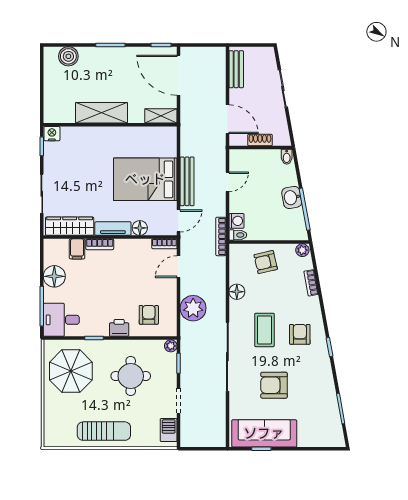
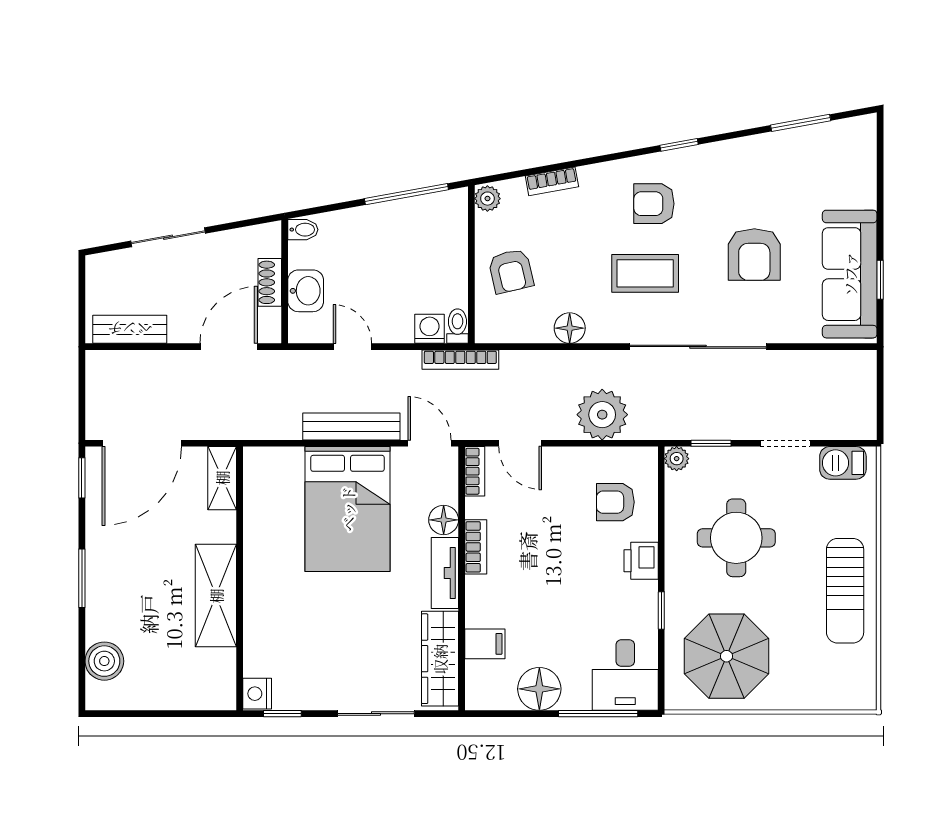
washbasin: (292, 197) -> (306, 291), moved, turned -80
bookcase: (100, 244) -> (476, 547), moved
sun lounger: (104, 431) -> (845, 591), turned 180

